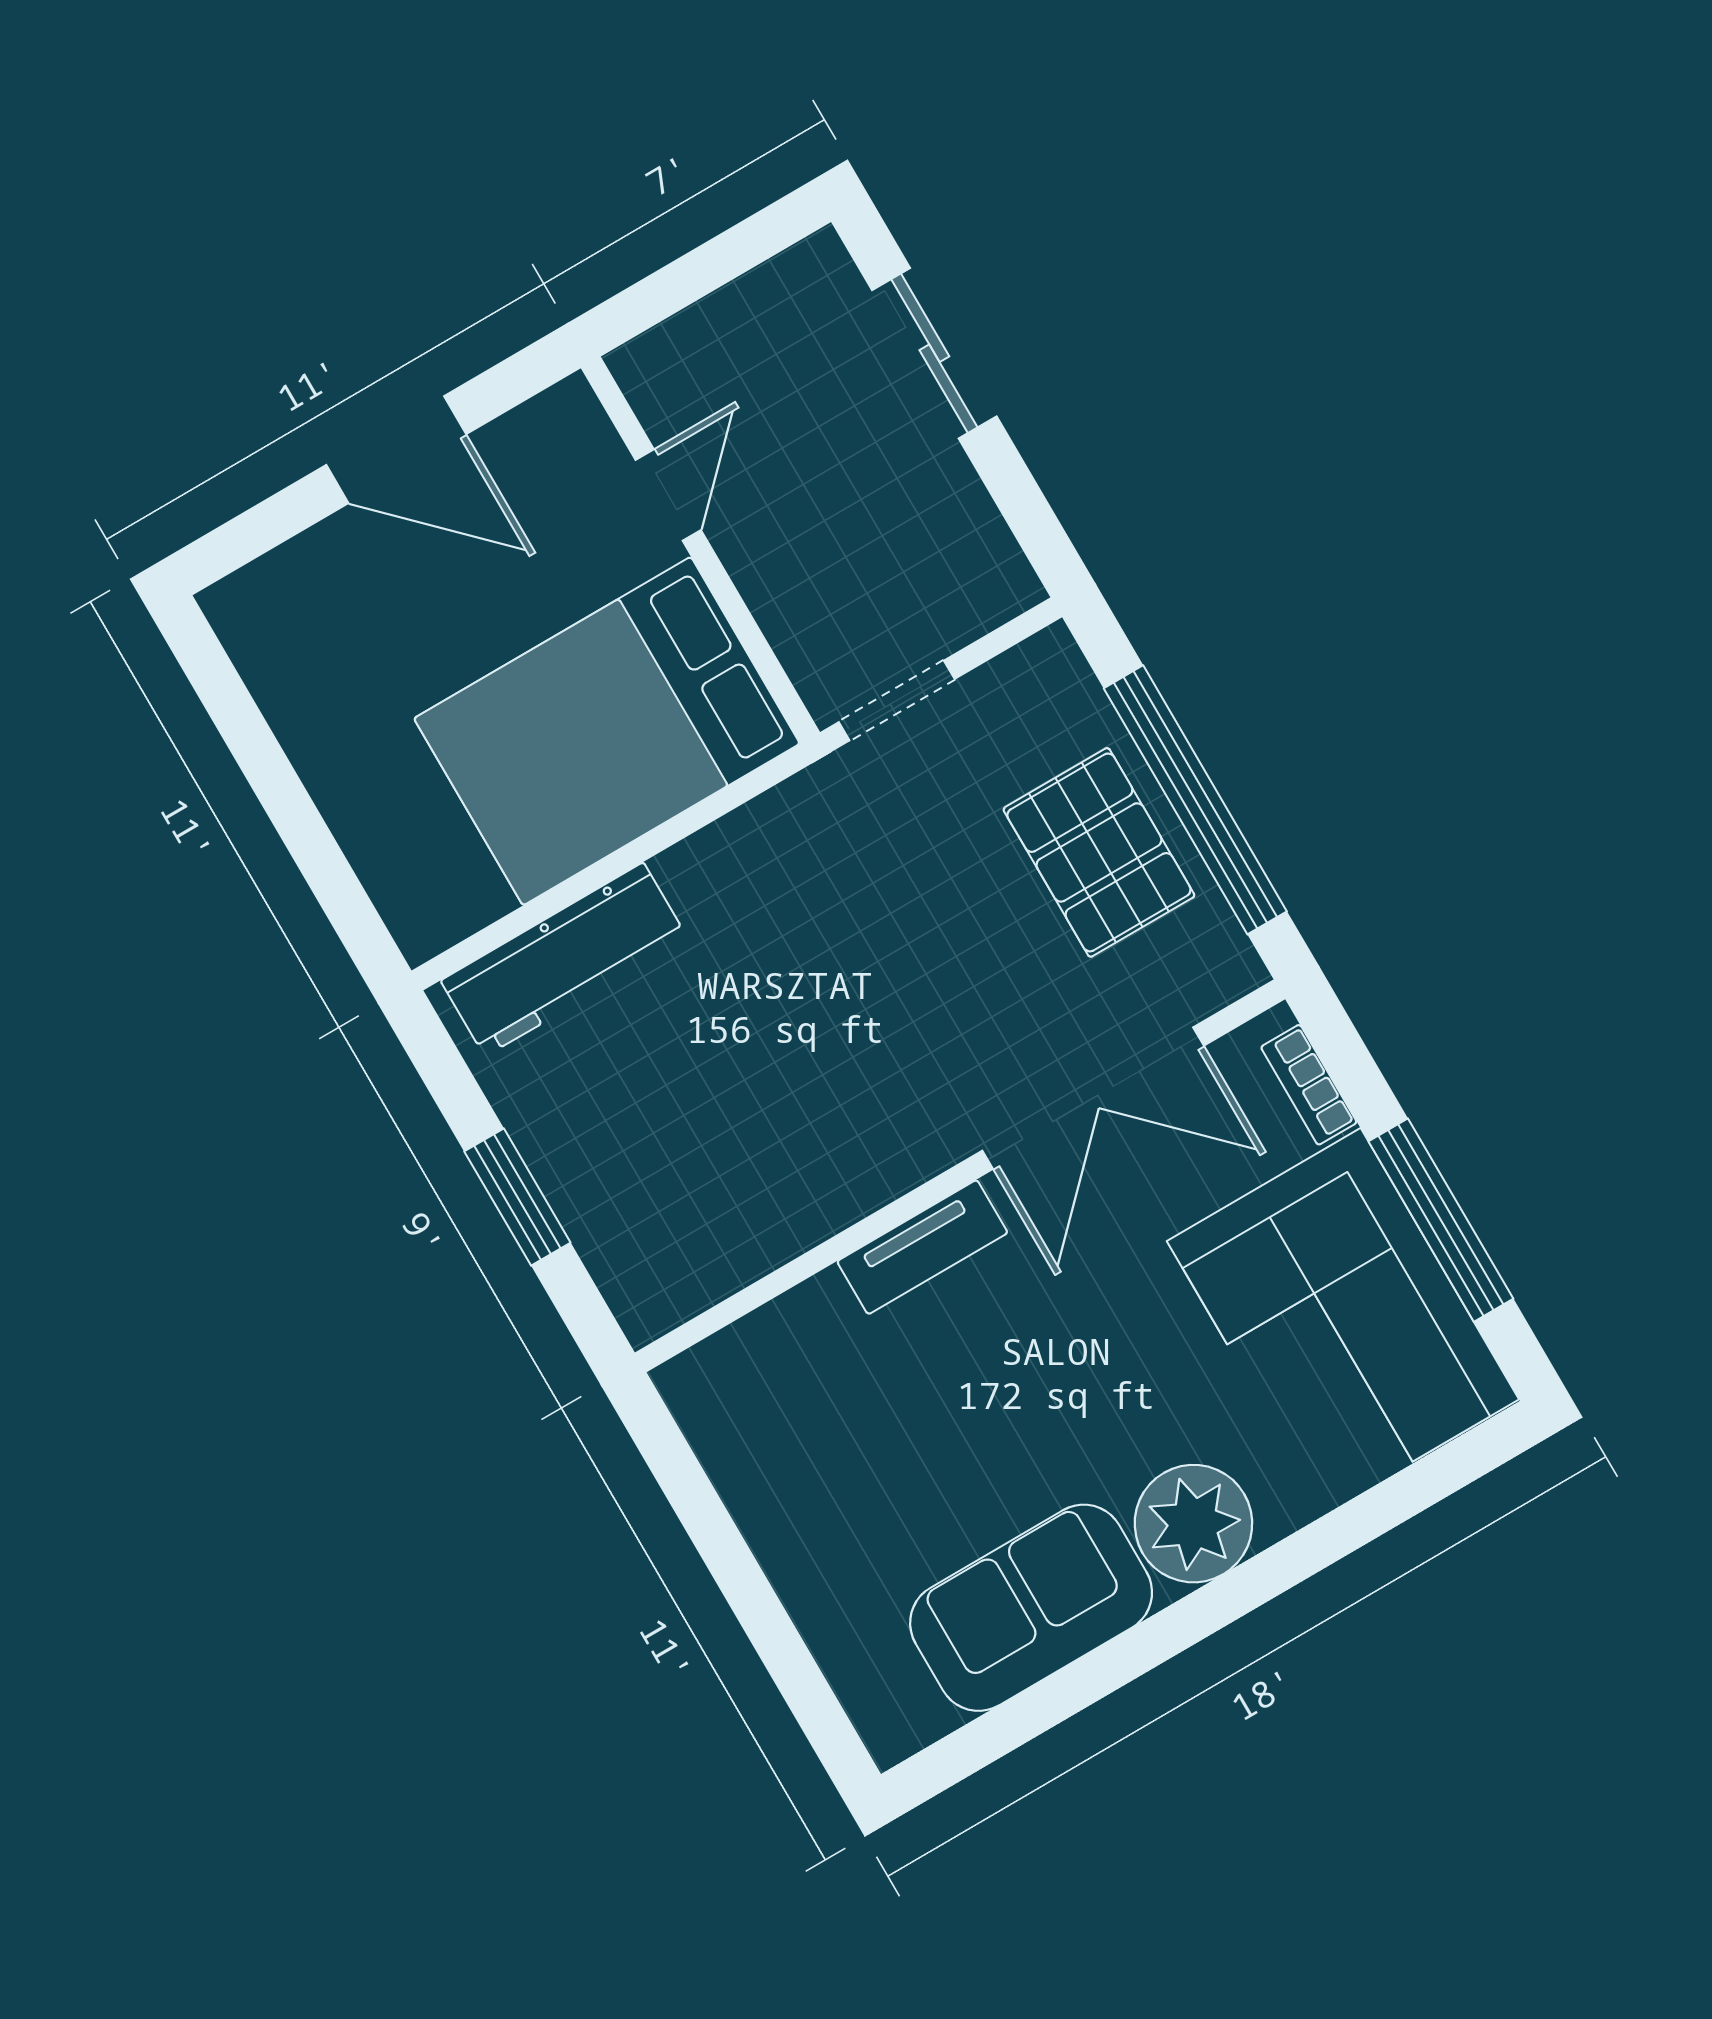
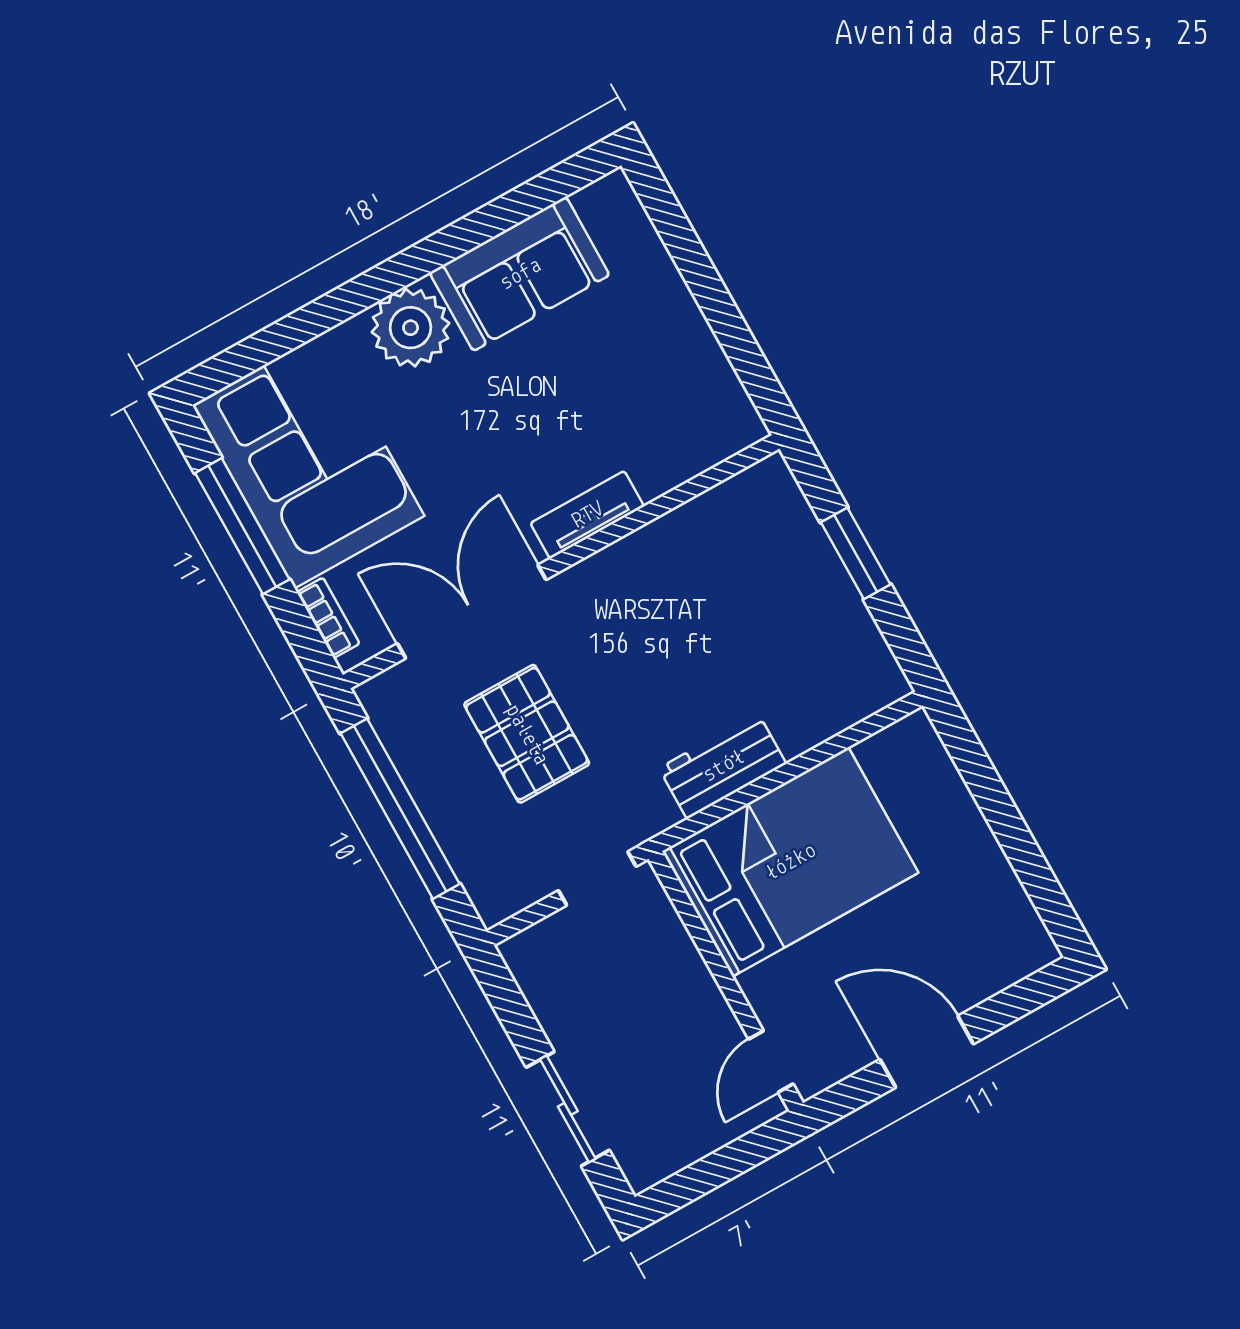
door: (668, 495) -> (771, 1062), moved
pallet: (1099, 852) -> (527, 734), moved
workbench: (564, 959) -> (723, 766), moved, width x0.73

